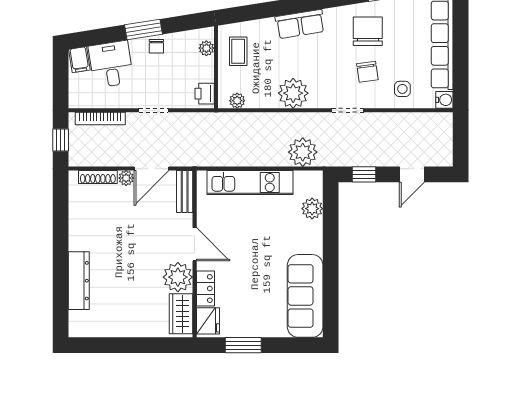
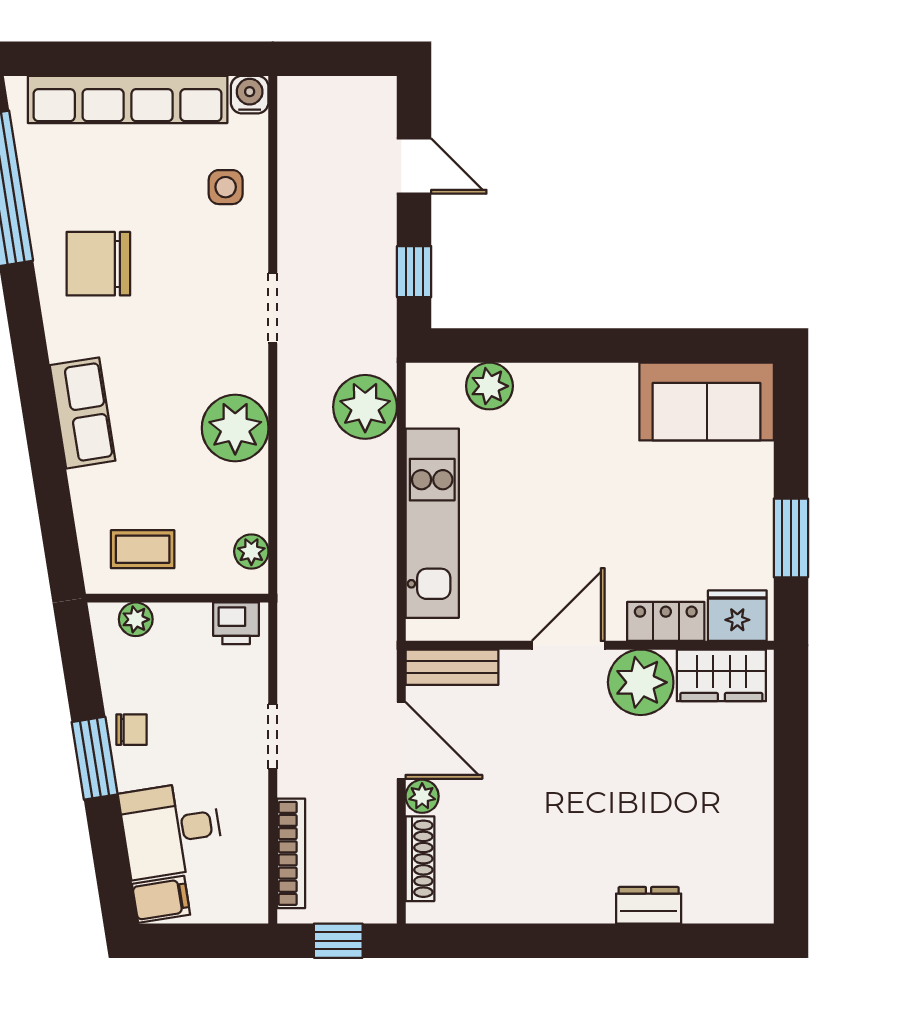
chair: (367, 72) -> (188, 264), removed
dresser: (79, 281) -> (649, 905), width x0.51, depth x0.80
sofa: (305, 296) -> (707, 402), width x0.73

